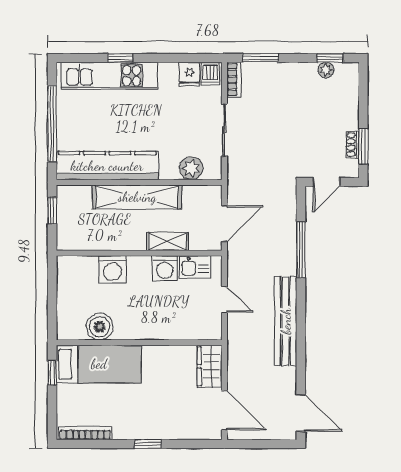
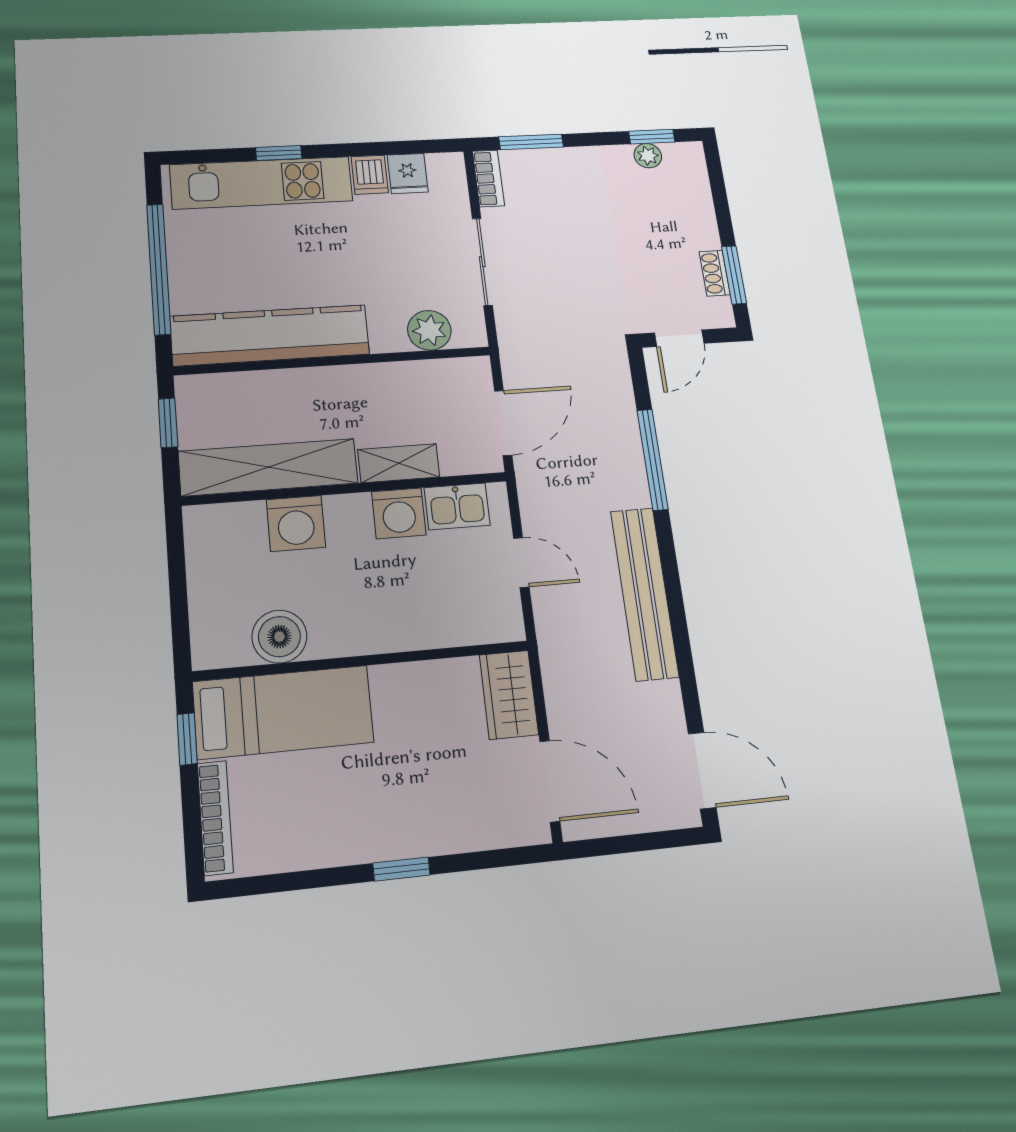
dishwasher: (210, 74) -> (370, 175), moved
shelving: (137, 197) -> (268, 467), moved
bookcase: (85, 433) -> (215, 818), moved, turned 90

